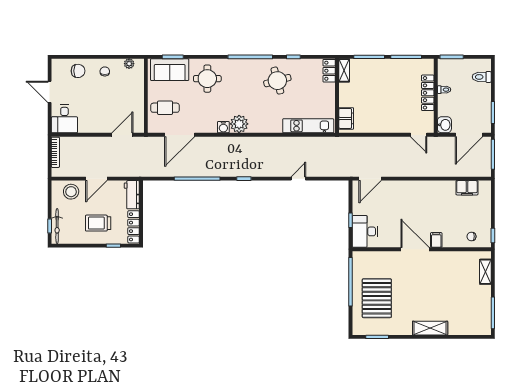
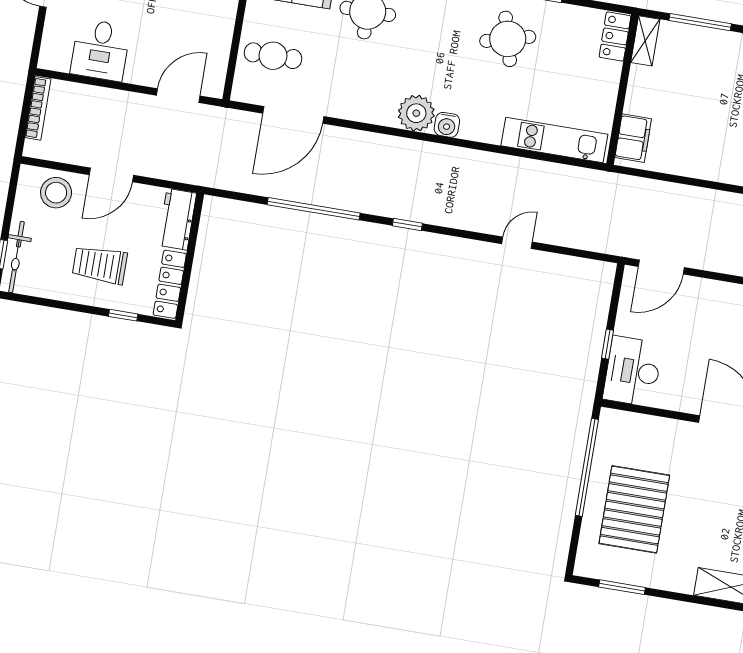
desk: (64, 119) -> (100, 50), moved
water cooler: (223, 127) -> (447, 125), moved

